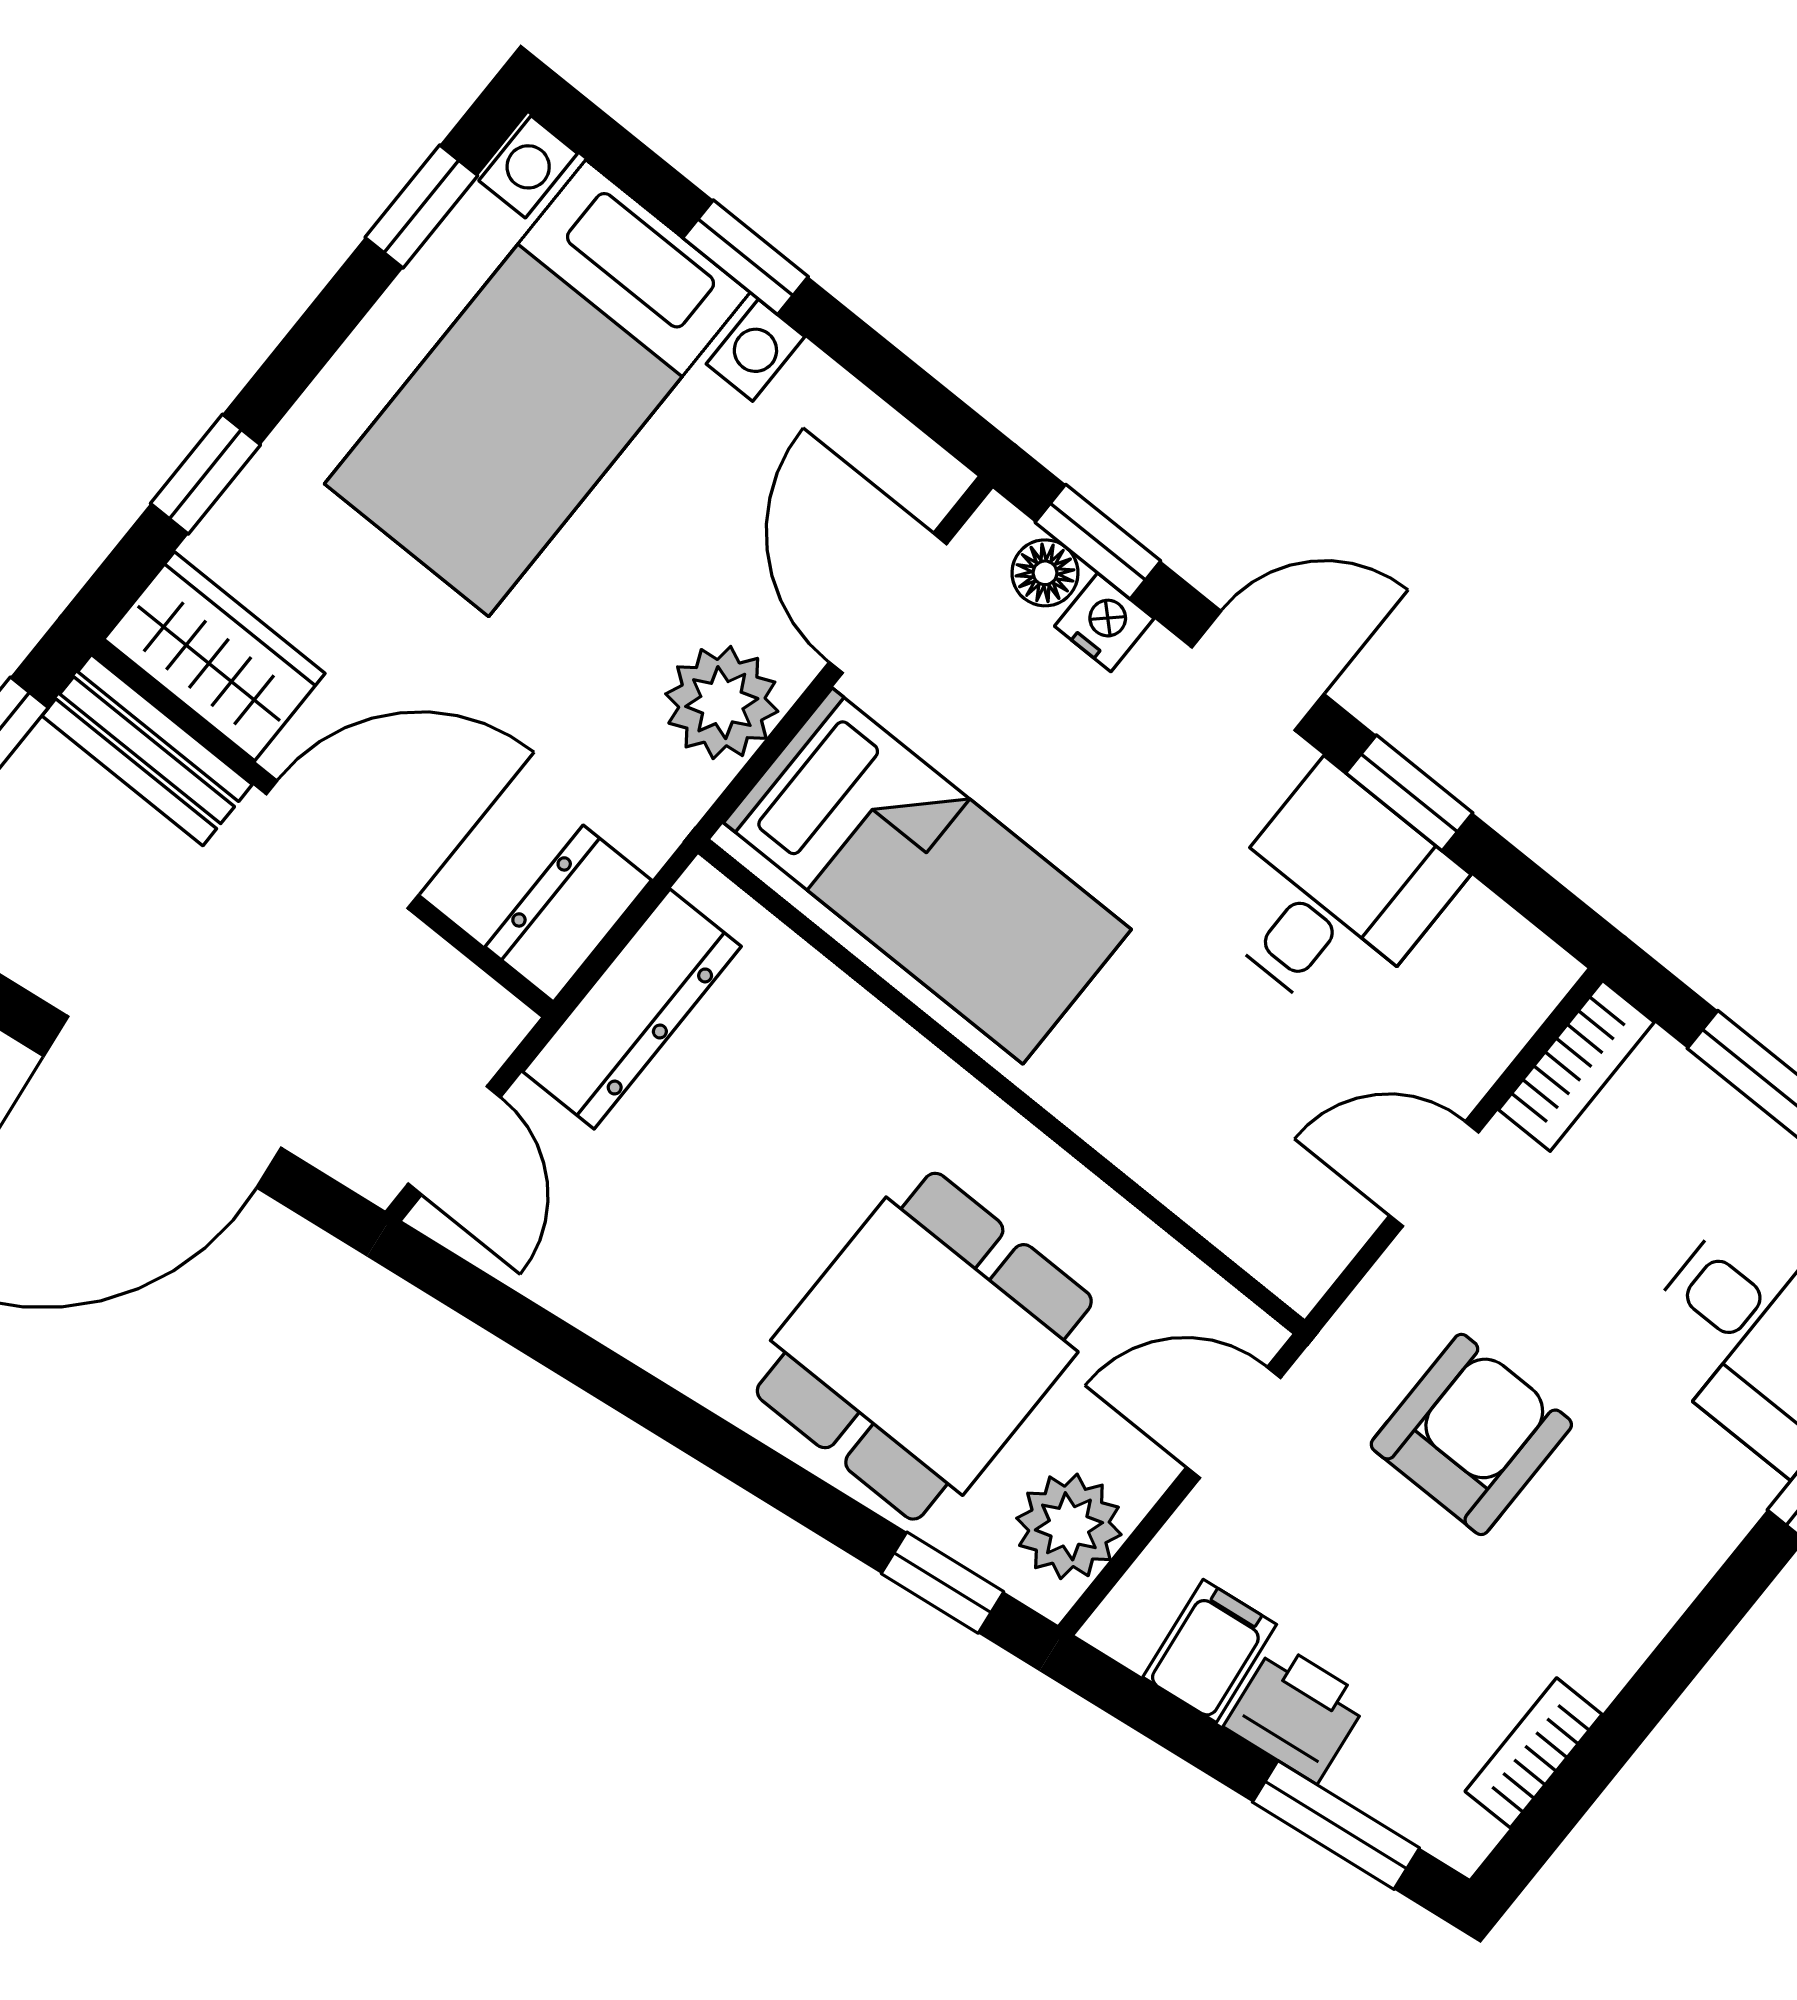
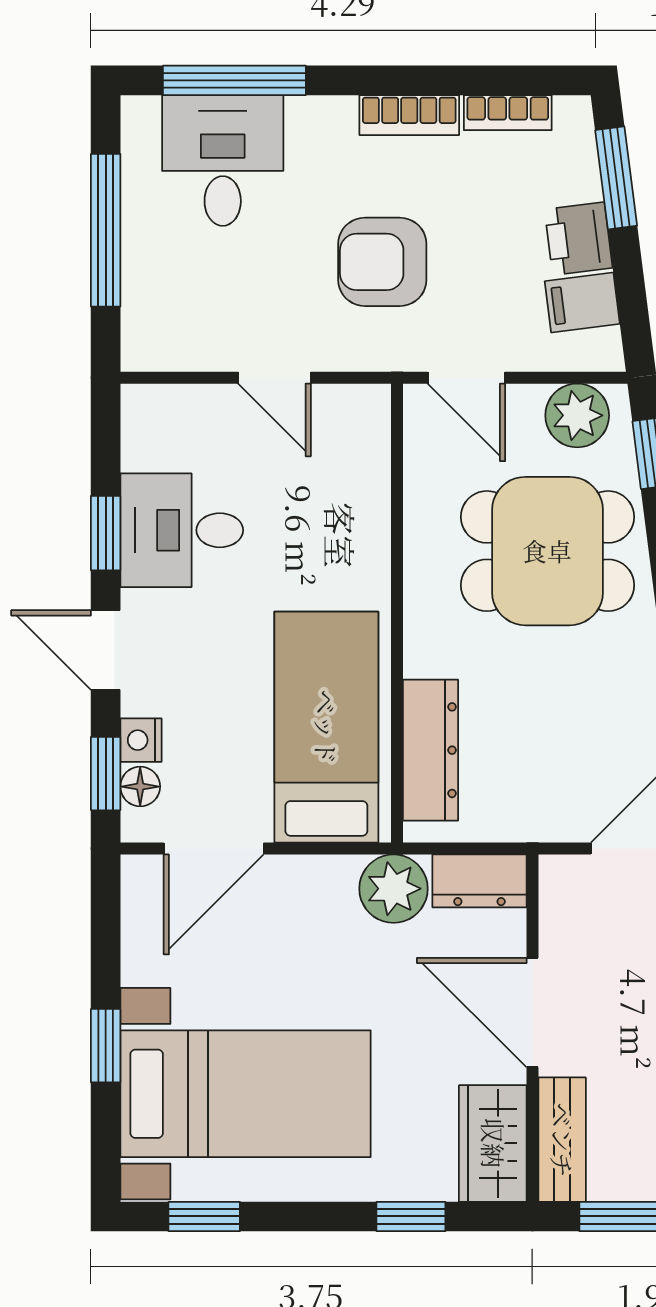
plant: (722, 703) -> (393, 889), moved
dresser: (632, 1009) -> (431, 750), moved, turned 90
bookcase: (1576, 1066) -> (409, 115), moved, turned 180

